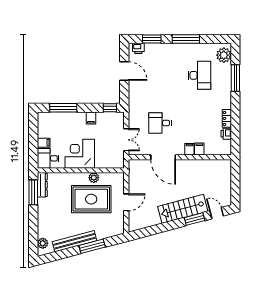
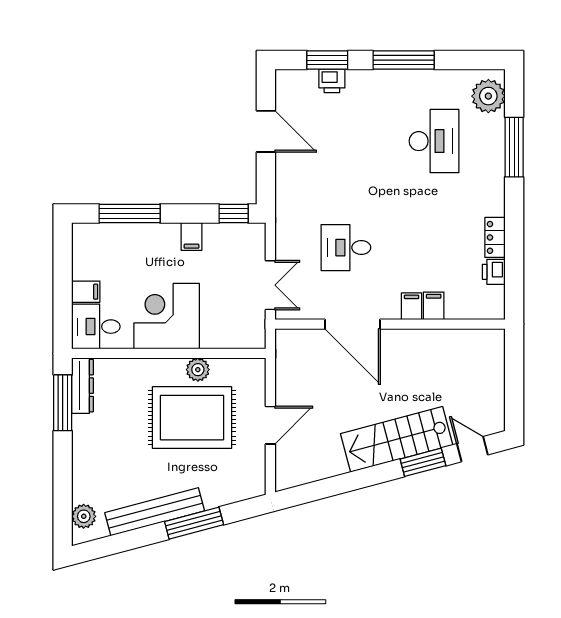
printer: (138, 48) -> (332, 81), moved

